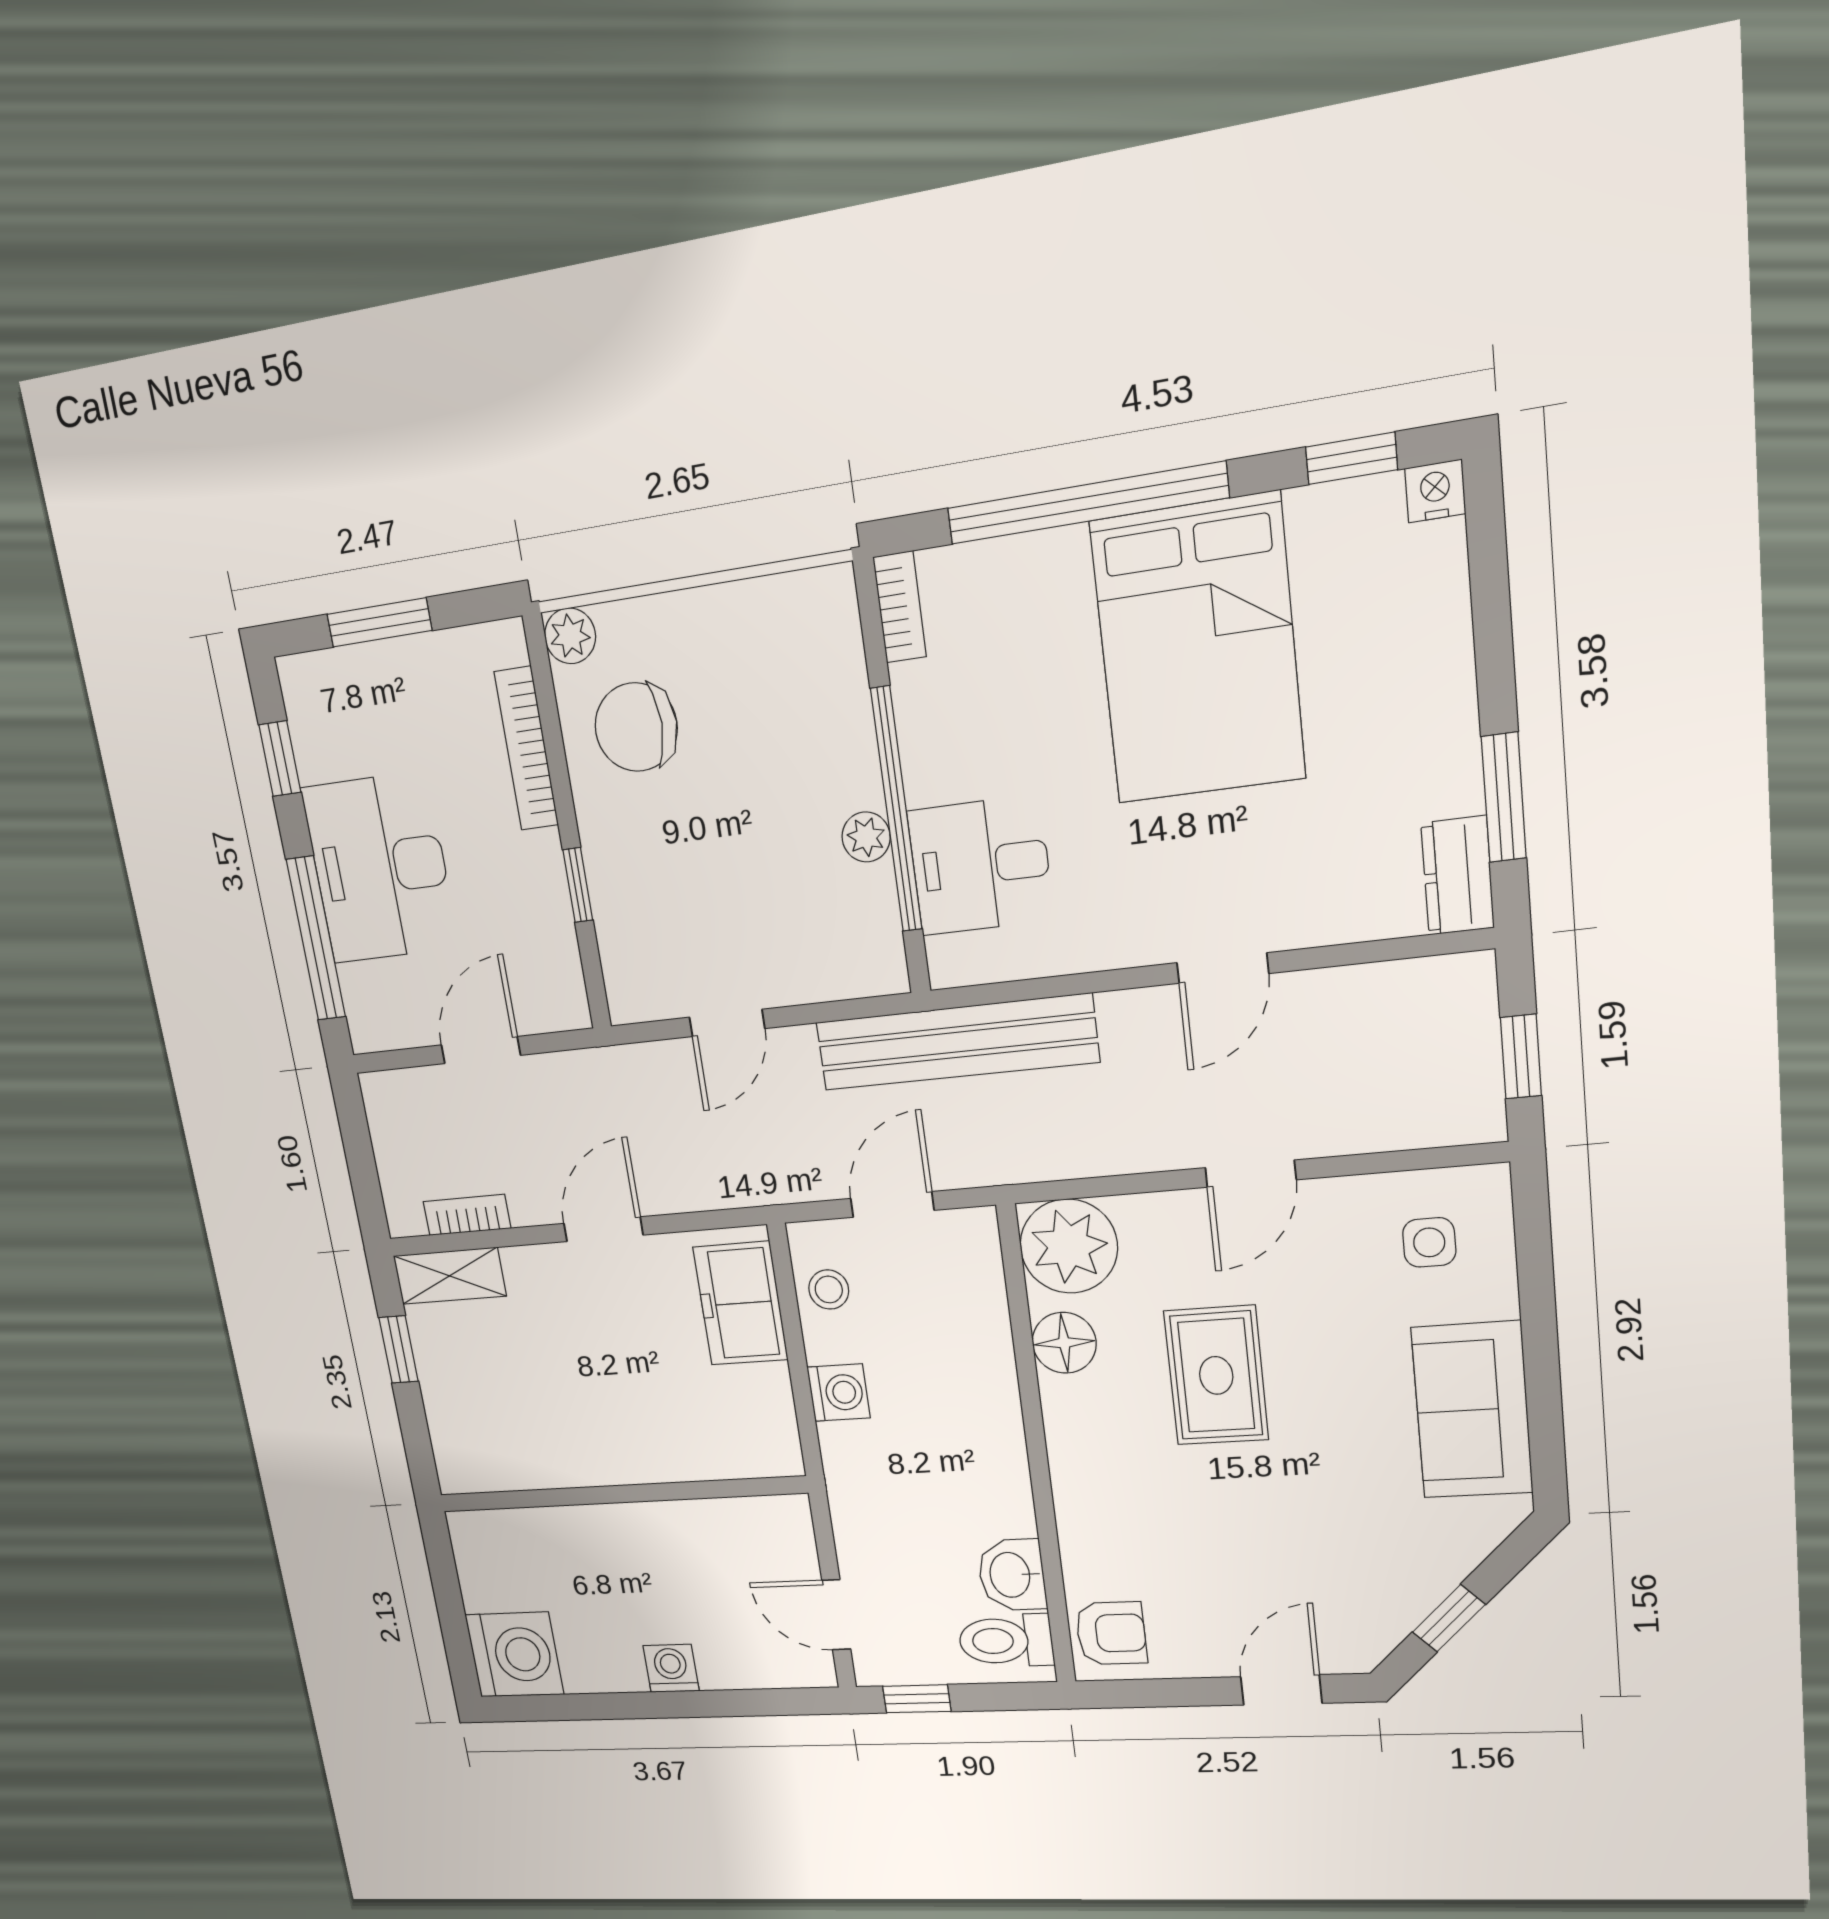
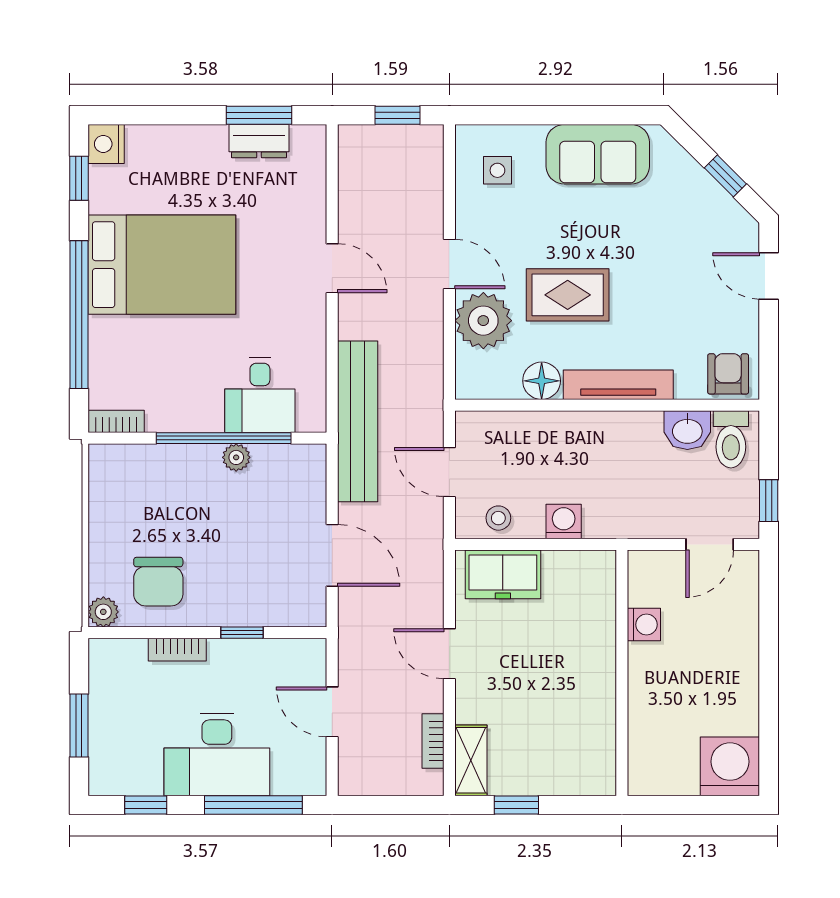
nightstand: (1435, 491) -> (106, 144), width x1.39, depth x1.35
bookcase: (526, 749) -> (177, 650), width x0.64
dresser: (1458, 876) -> (259, 141), moved
door: (727, 1023) -> (332, 555), width x1.38
plant: (1069, 1246) -> (483, 321), moved
tv unit: (1073, 1465) -> (618, 385), added
washing machine: (671, 1668) -> (644, 625), moved, turned 180

